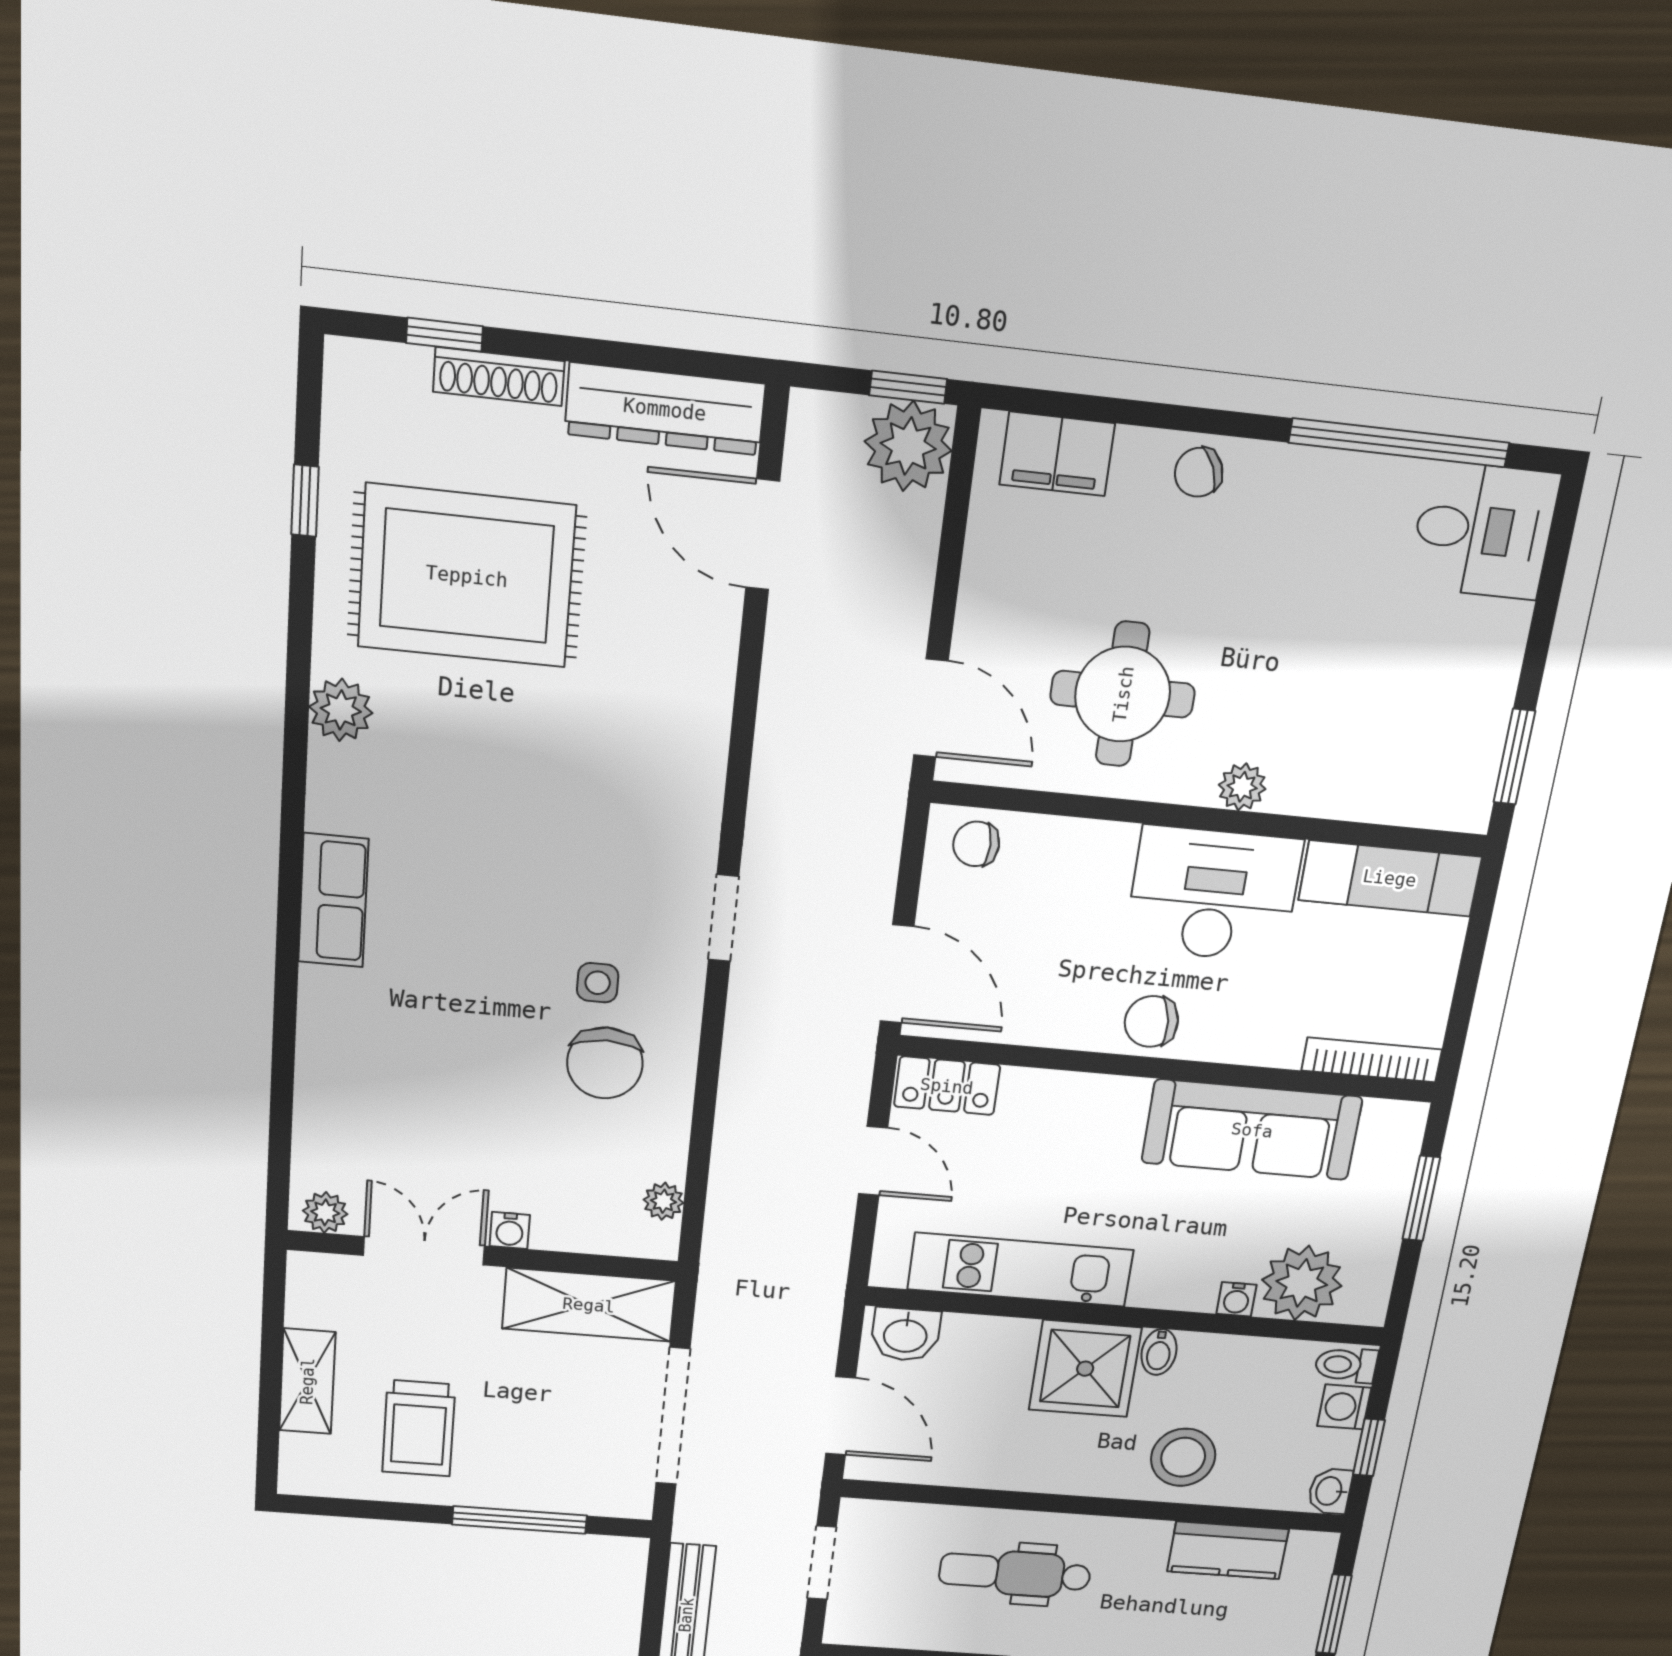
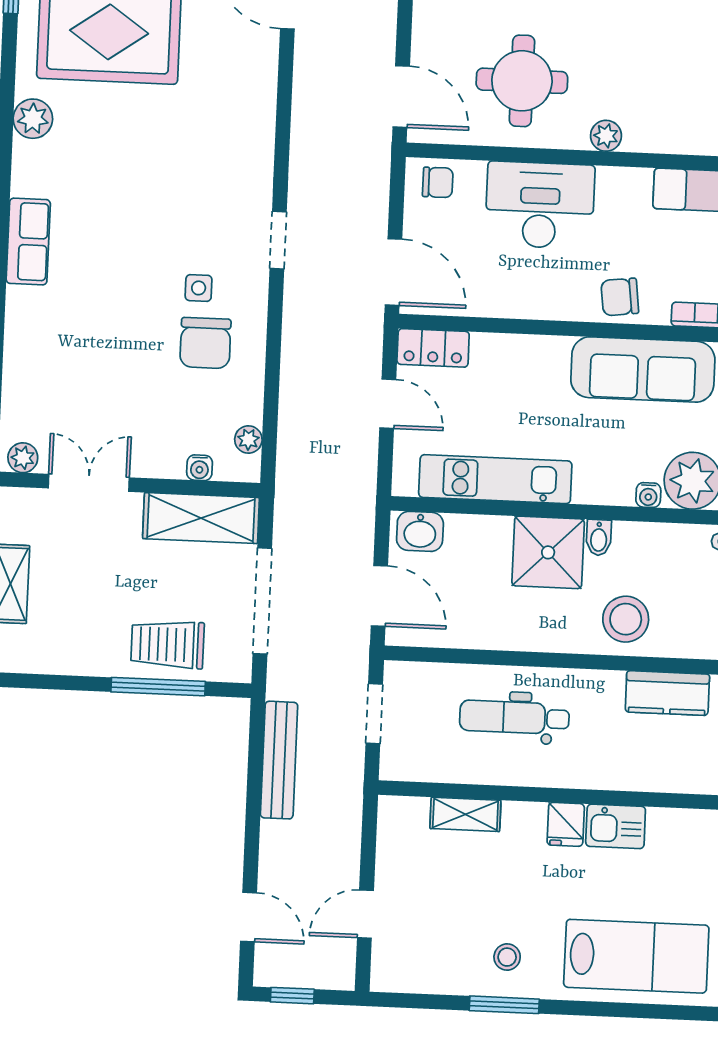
chair: (976, 844) -> (438, 182), turned 180
desk: (1213, 894) -> (540, 205), moved
chair: (1151, 1021) -> (620, 297), moved
water cooler: (510, 1230) -> (200, 468), moved
trolley: (419, 1428) -> (168, 644), moved, turned 90

